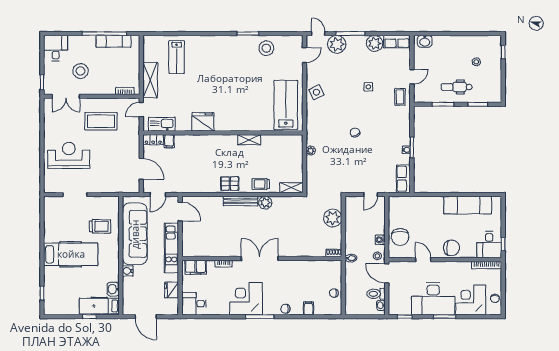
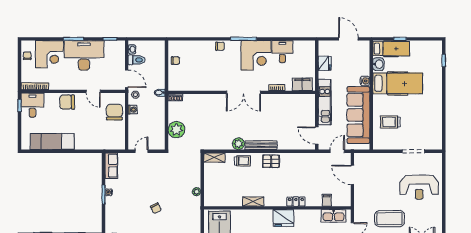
fridge: (203, 122) -> (283, 218), moved
locker: (153, 140) -> (296, 202), moved
hospital bed: (71, 254) -> (398, 83), moved, turned 180
desk: (194, 304) -> (282, 52), moved, turned -90
filing cabinet: (308, 308) -> (199, 47), removed

